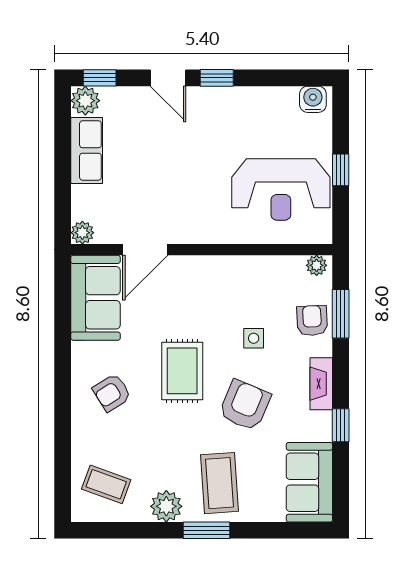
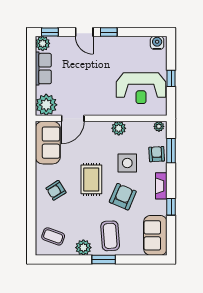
plant: (82, 233) -> (46, 105), width x1.87, depth x1.87
plant: (237, 269) -> (119, 128), added
side table: (254, 338) -> (127, 163), width x1.87, depth x1.87

